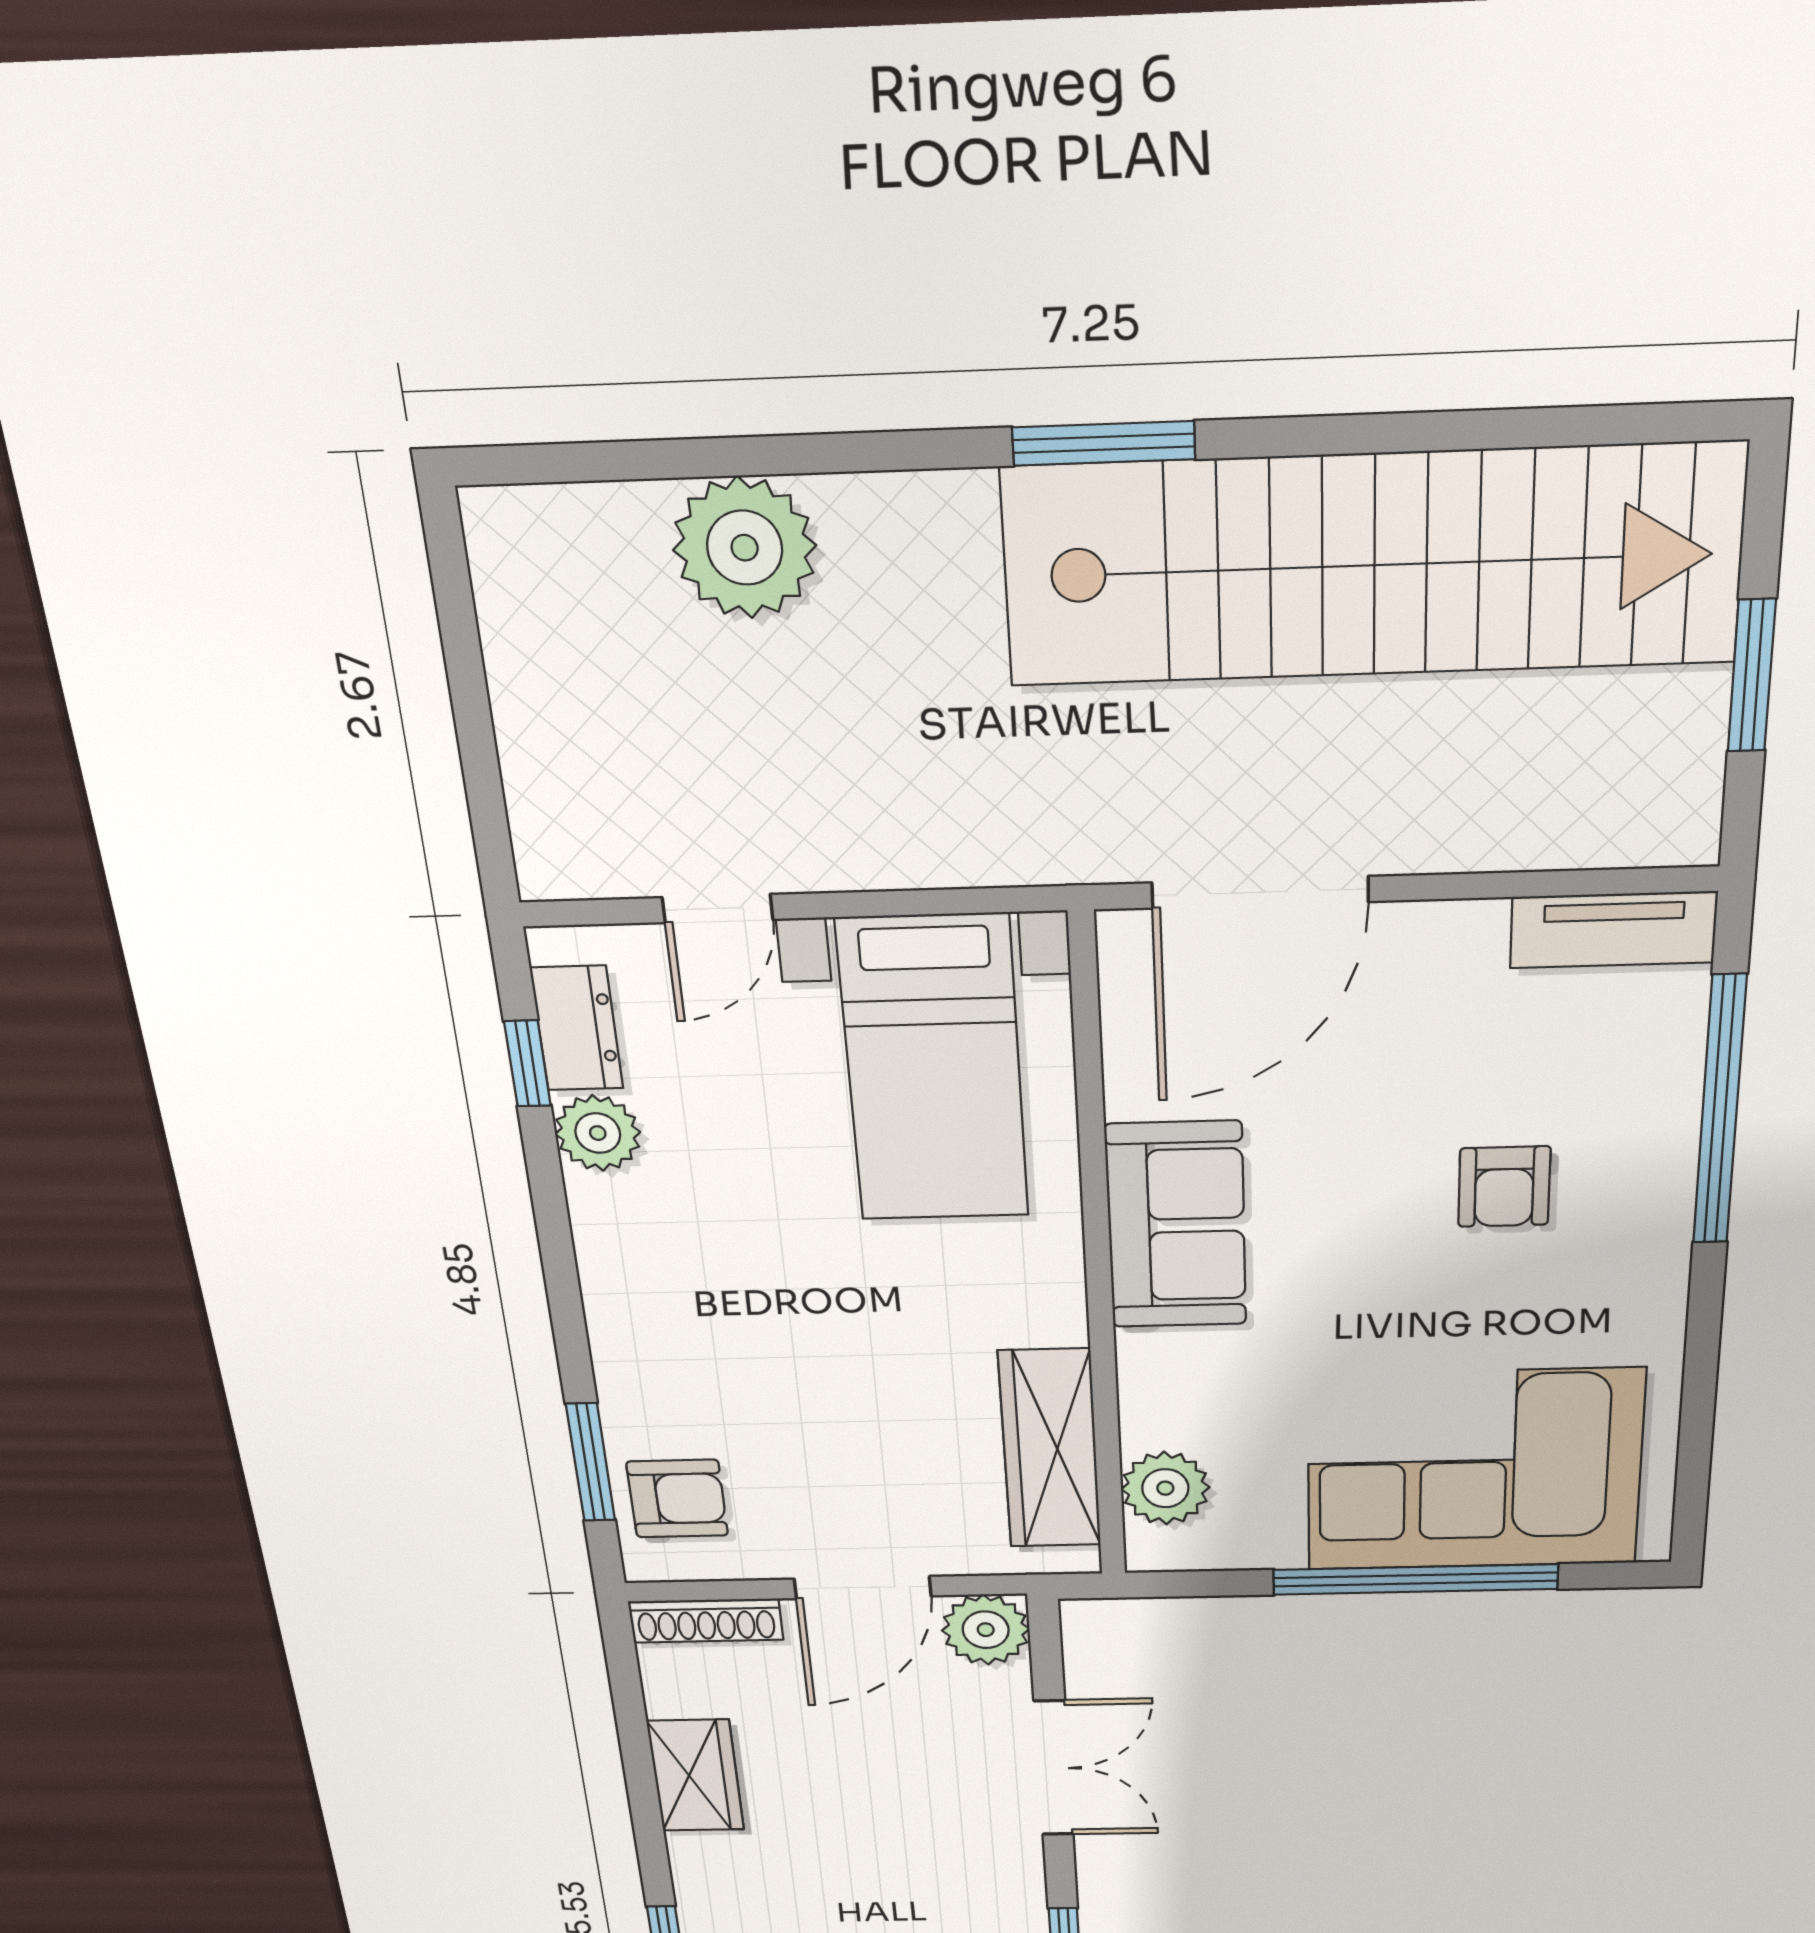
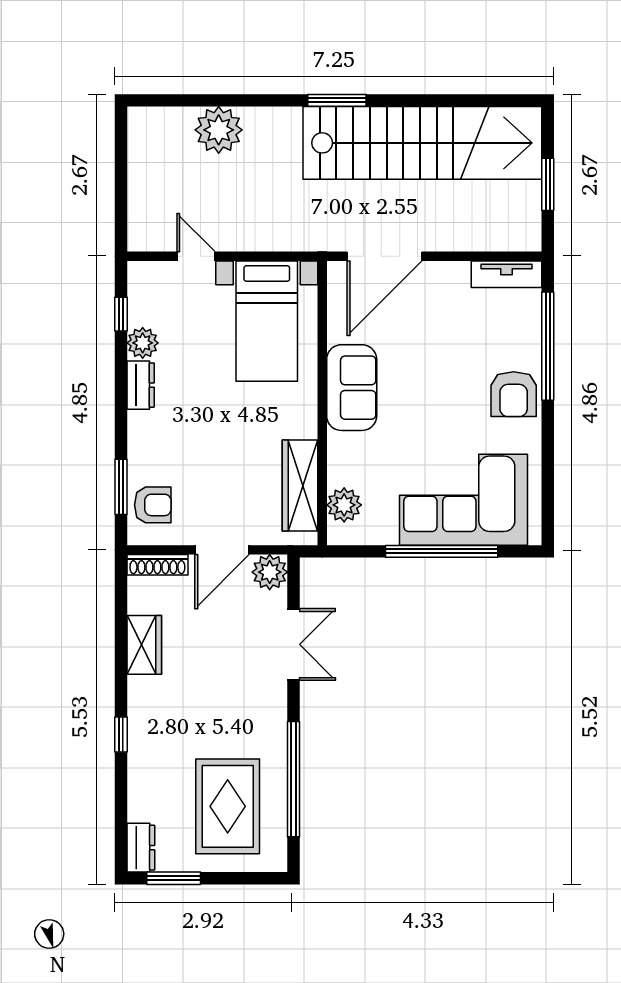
door: (718, 908) -> (196, 256), swing flipped
dresser: (577, 1028) -> (141, 385), moved
armchair: (1504, 1187) -> (514, 394), moved, width x1.38, depth x1.38

